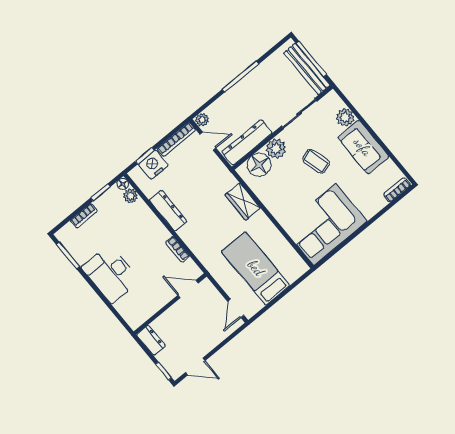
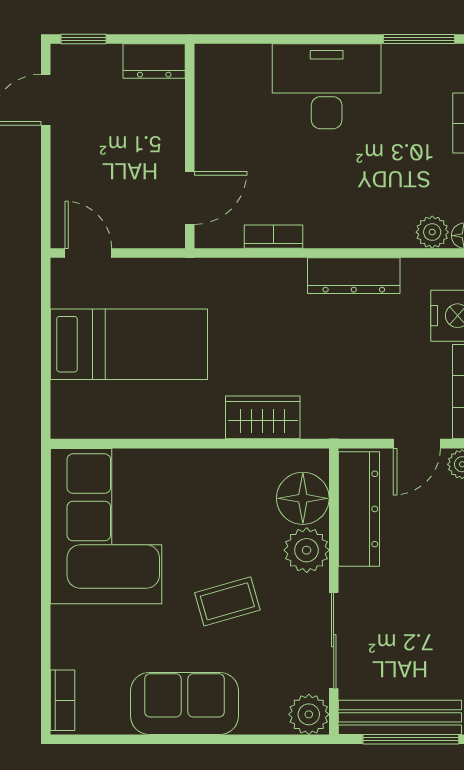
plant: (345, 117) -> (309, 714), moved

